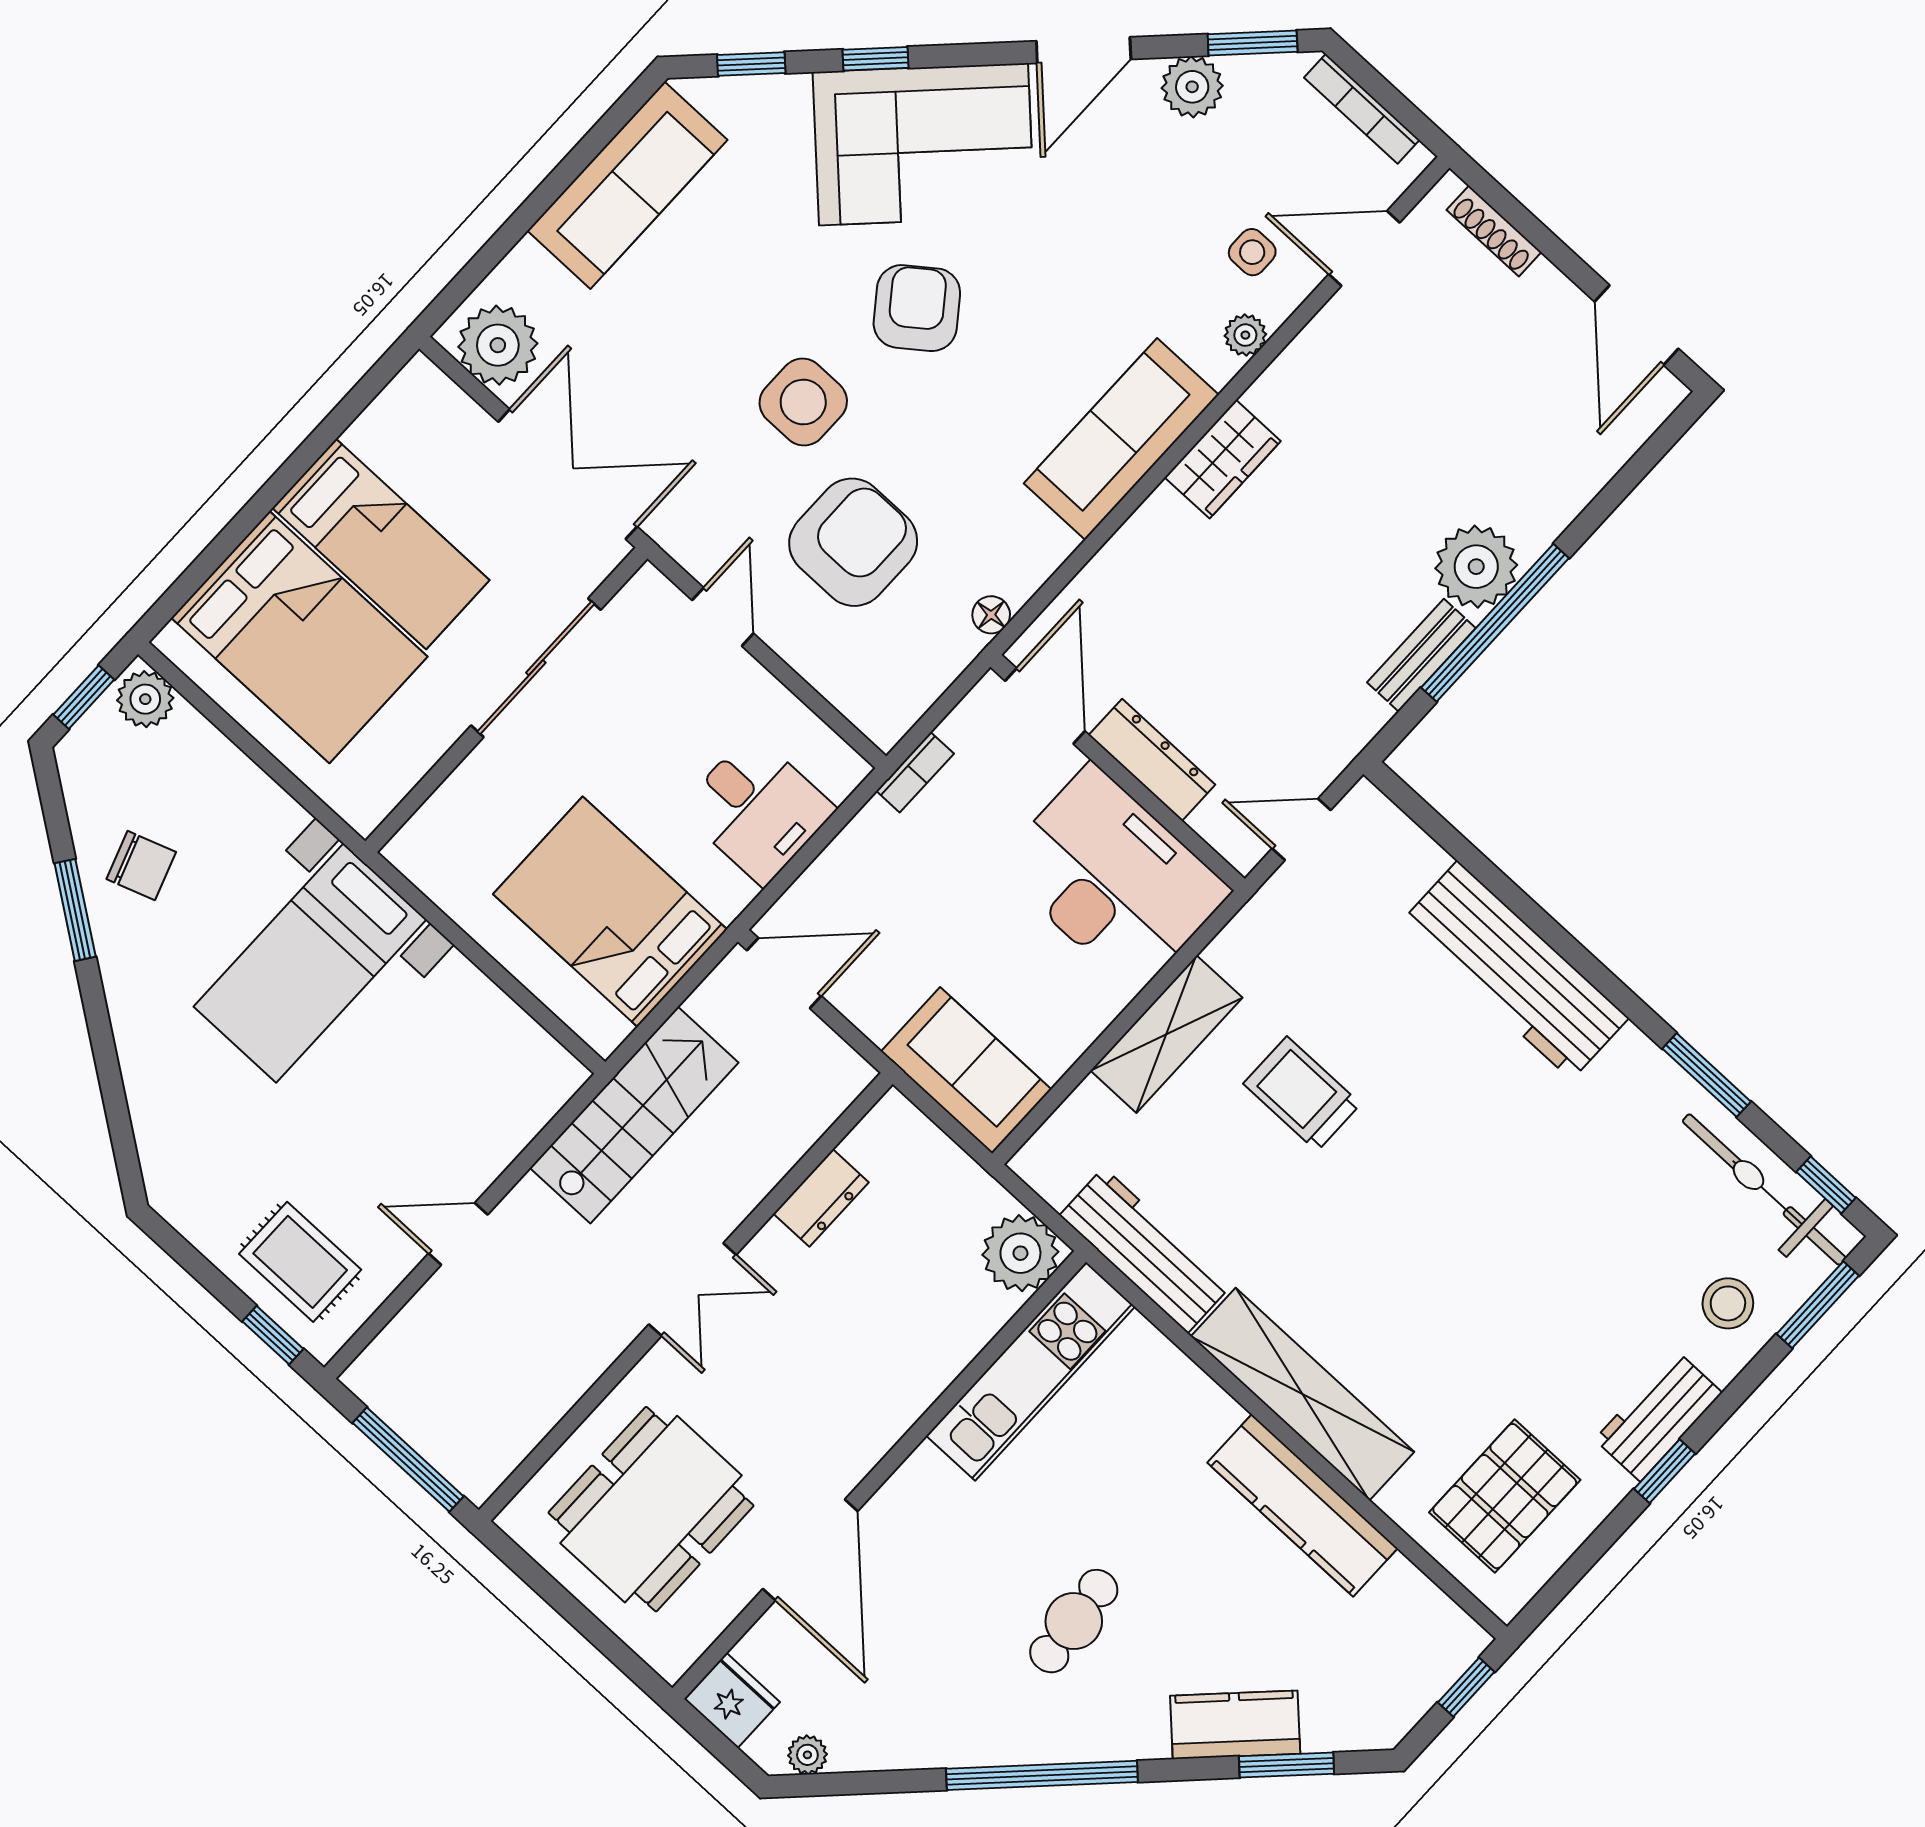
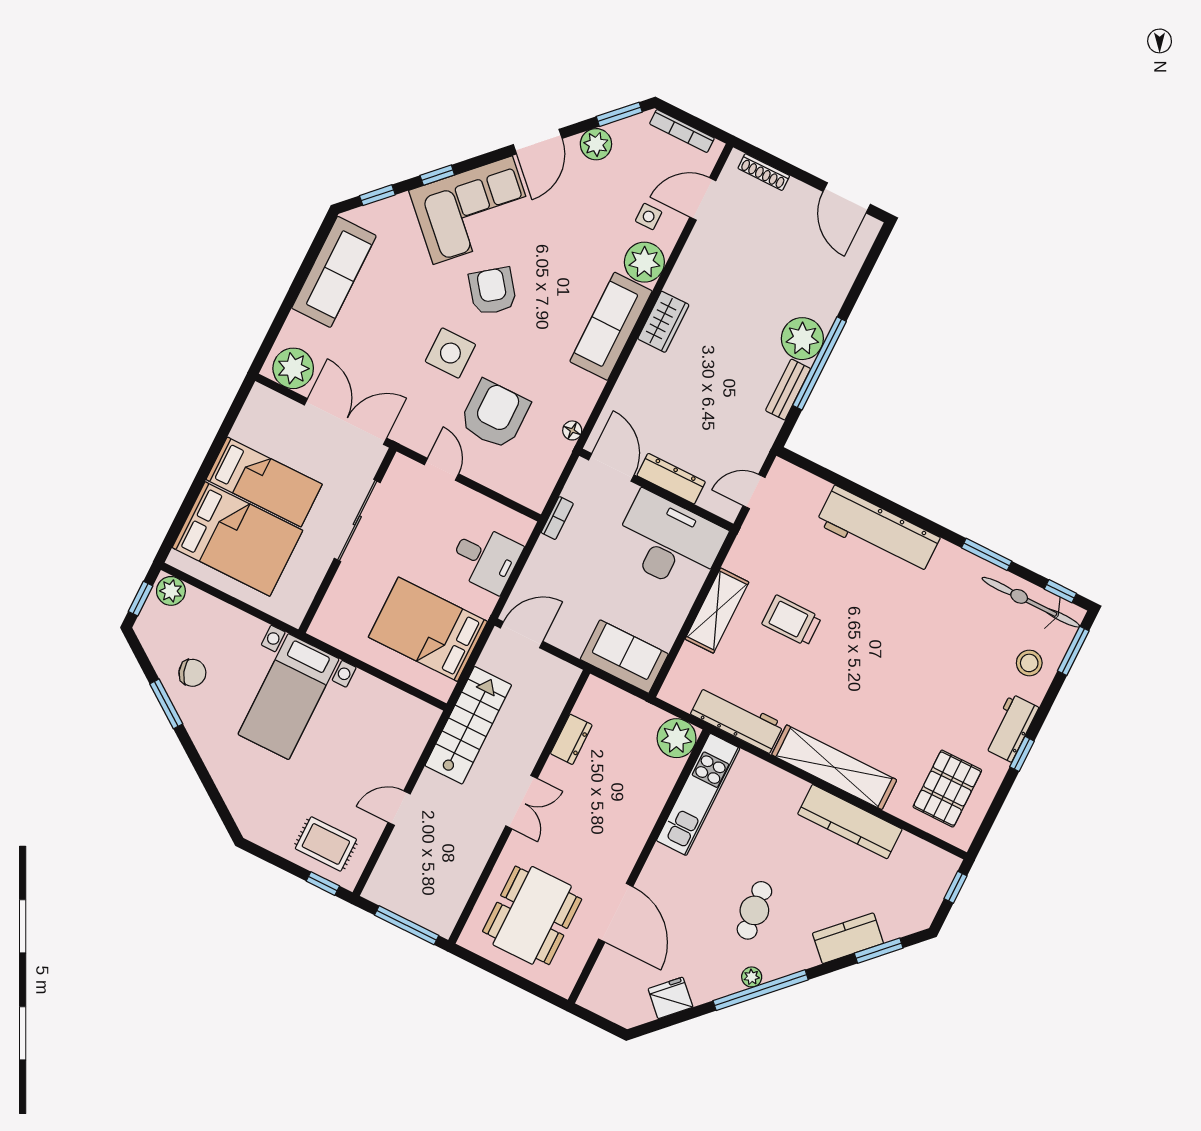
plant: (1245, 335) -> (644, 262), width x1.88, depth x1.88
fridge: (732, 1700) -> (670, 998), moved, turned -45
plant: (807, 1755) -> (752, 977), moved

